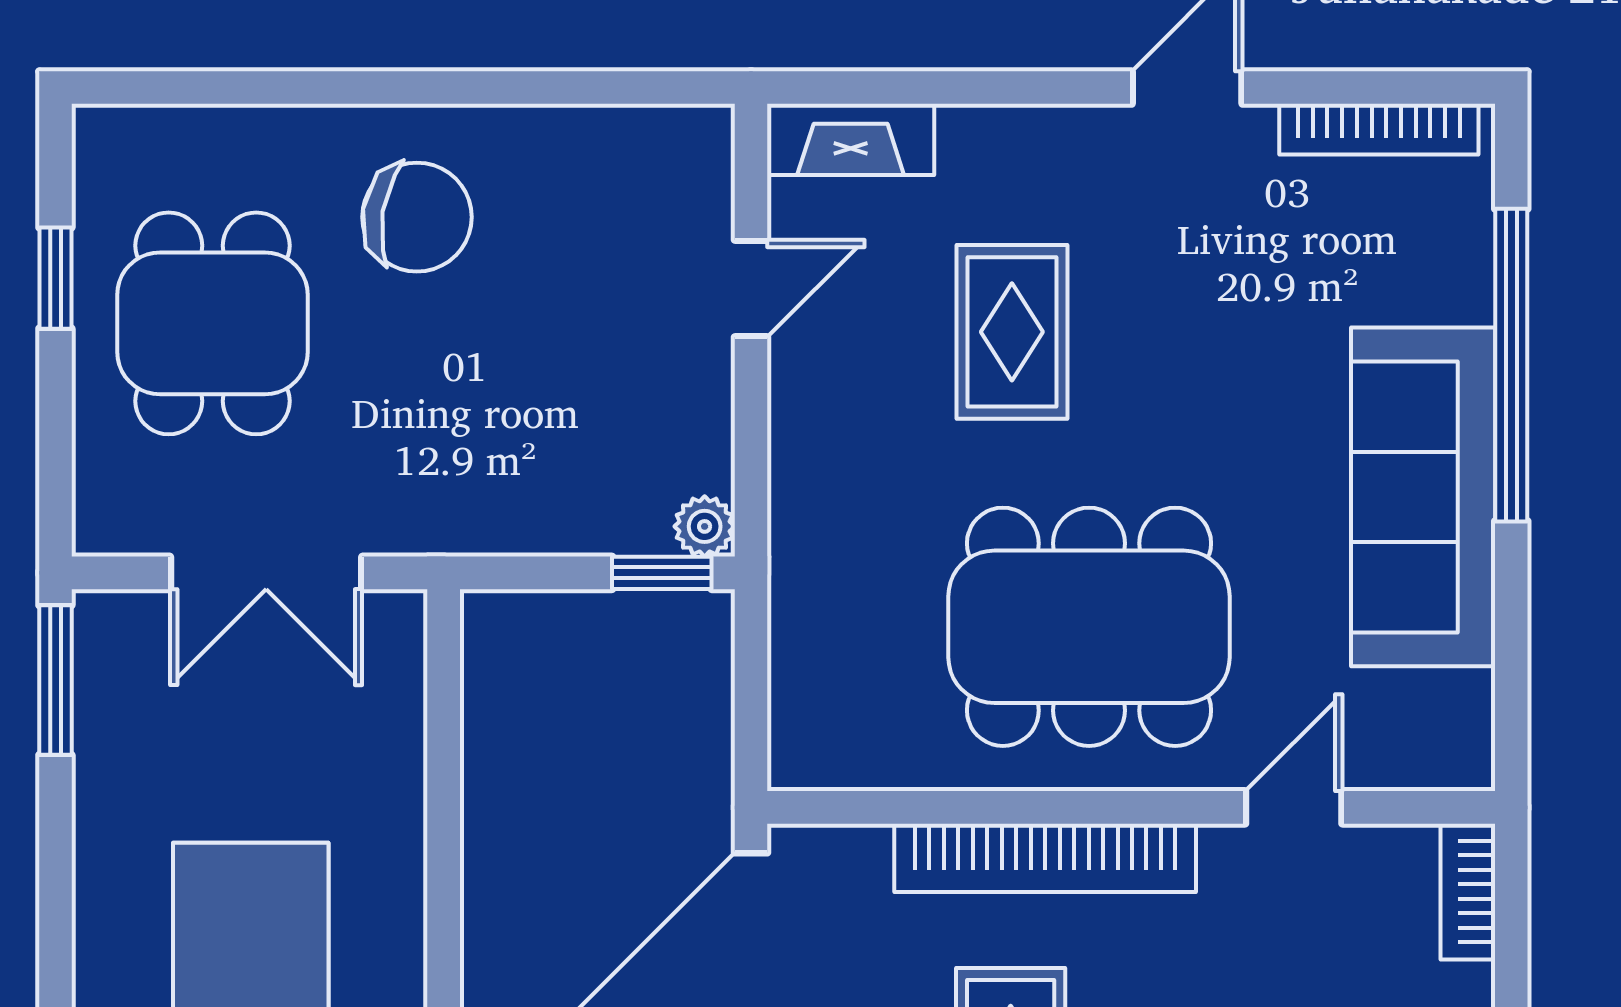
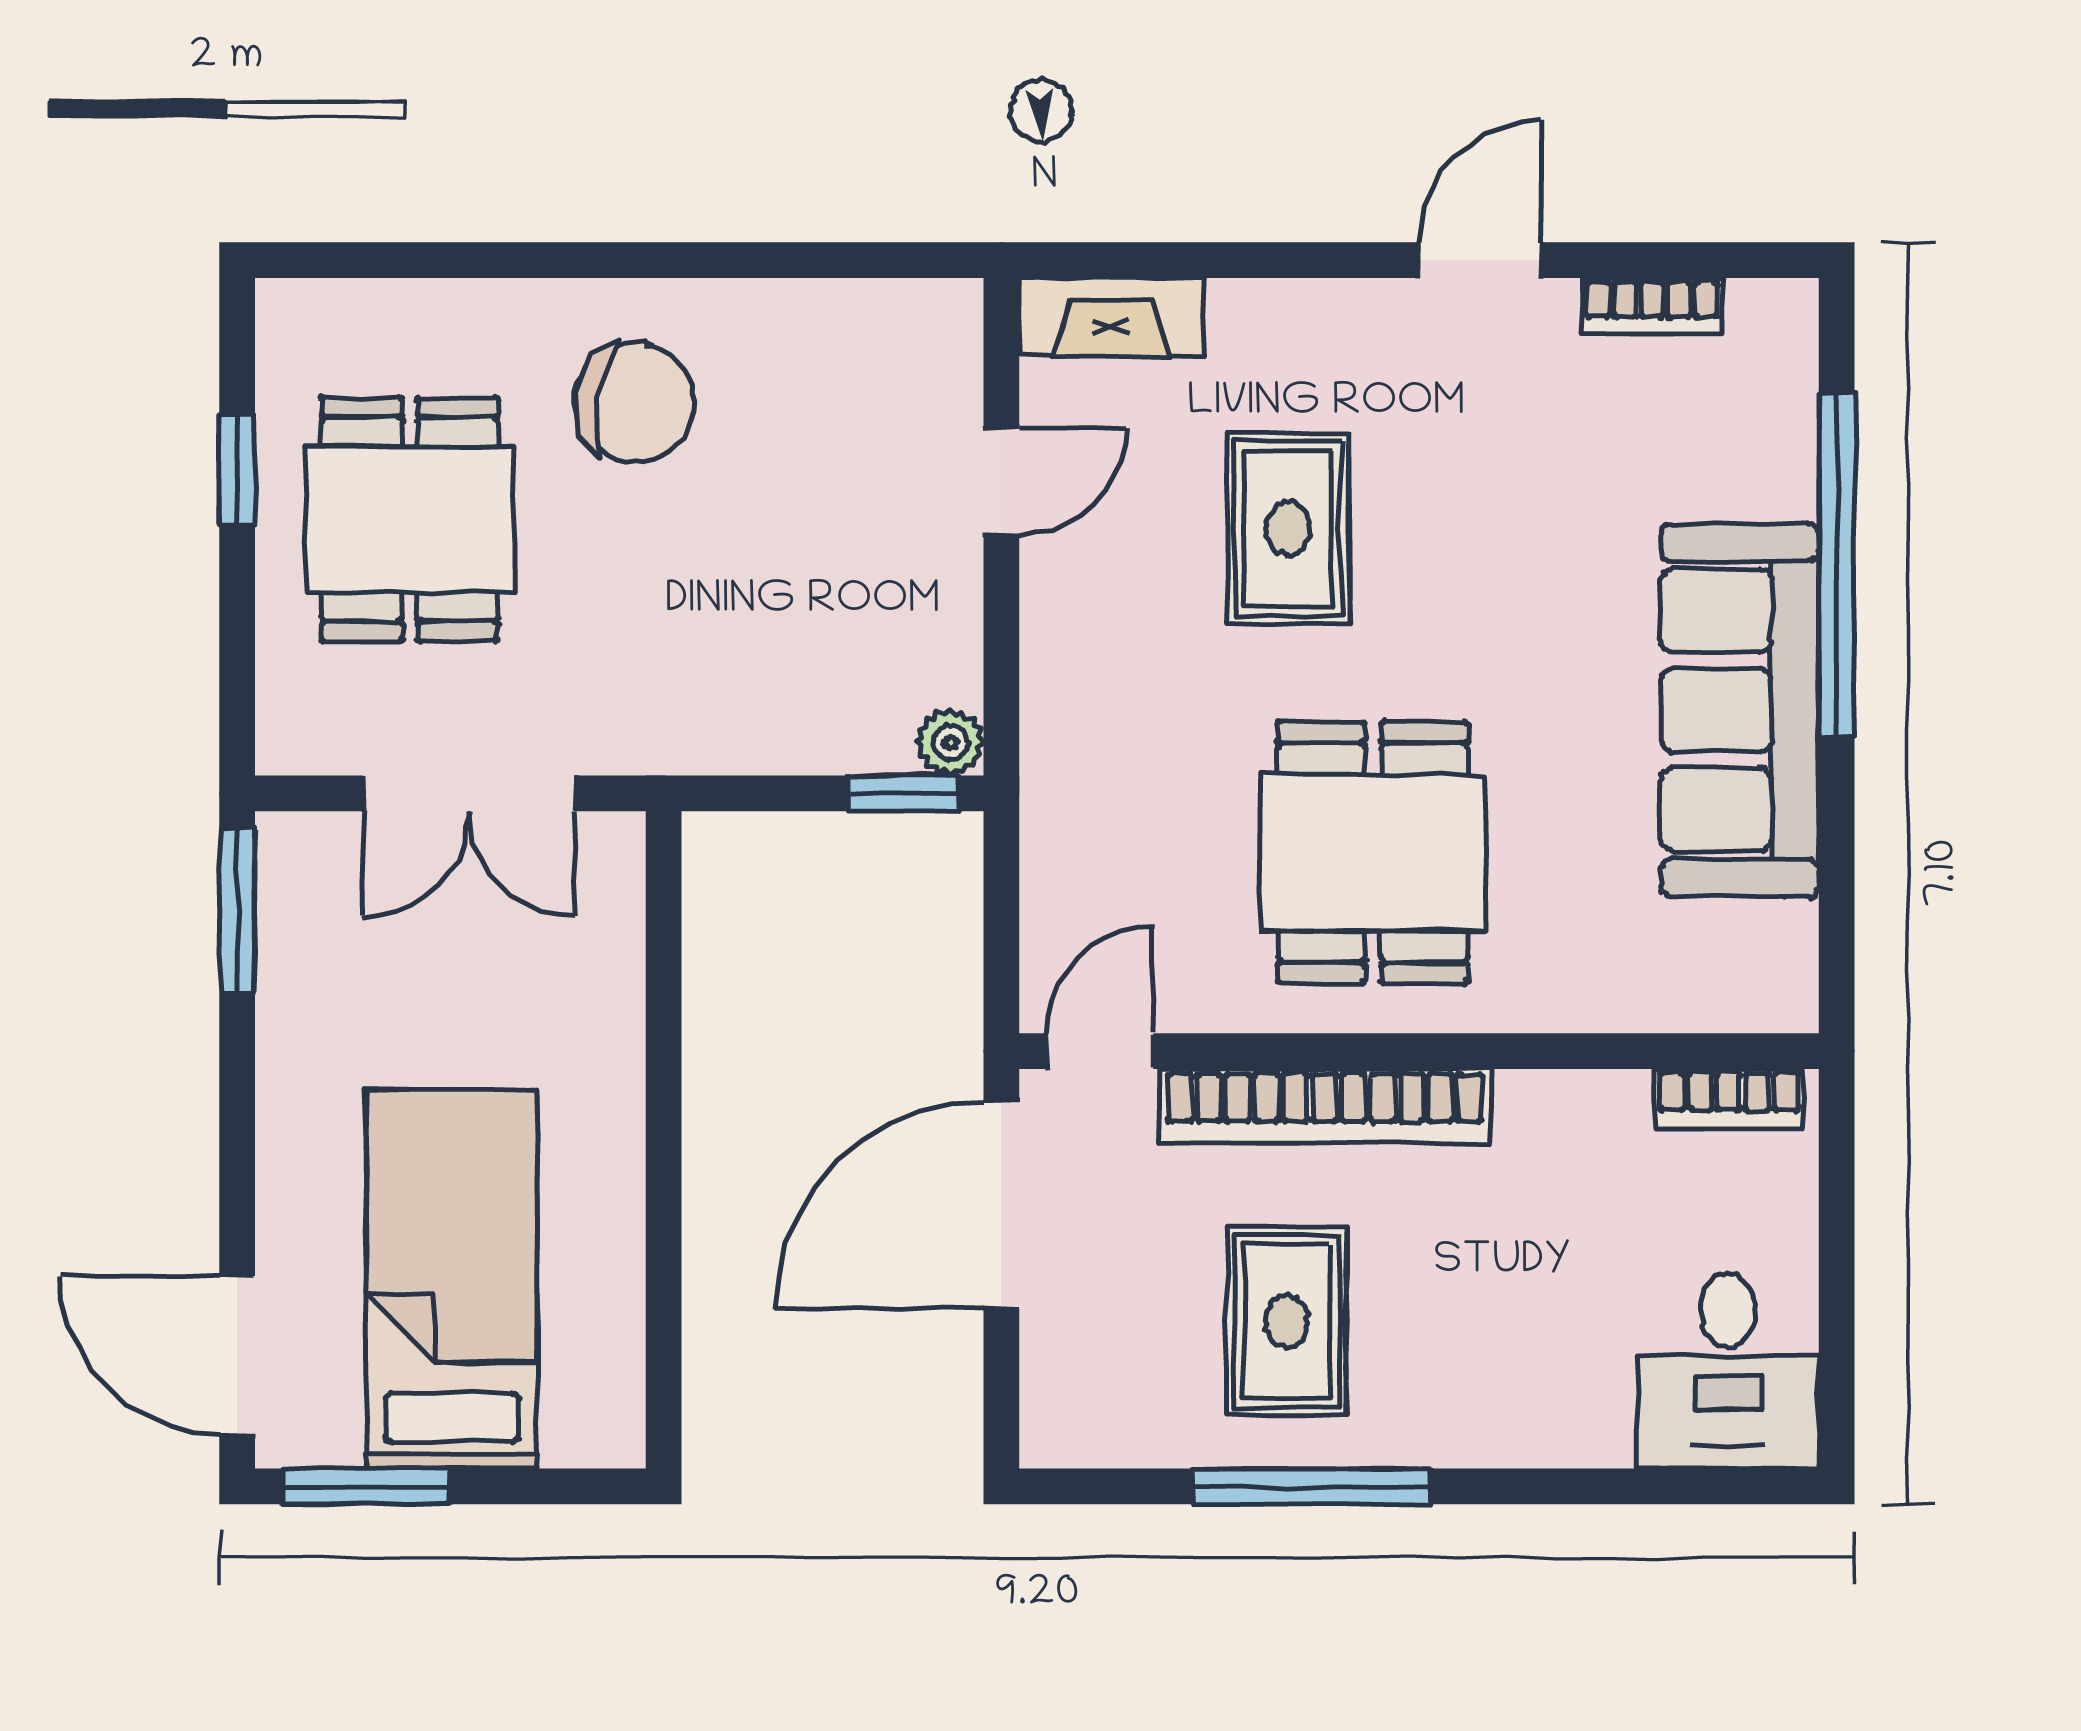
bookcase: (1379, 129) -> (1652, 306), width x0.64
dining table: (1089, 627) -> (1373, 853), width x0.73
door: (1294, 807) -> (1100, 1051), moved
bookcase: (1468, 892) -> (1729, 1099), moved, turned -90

